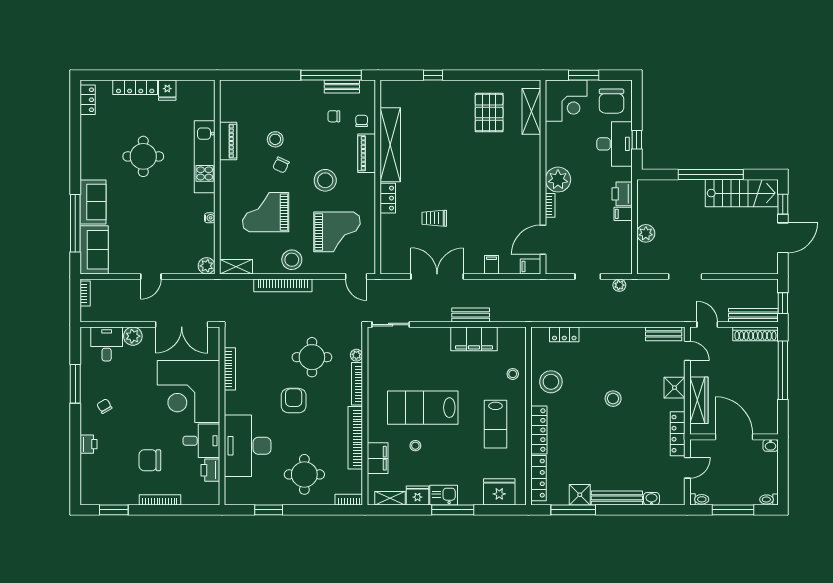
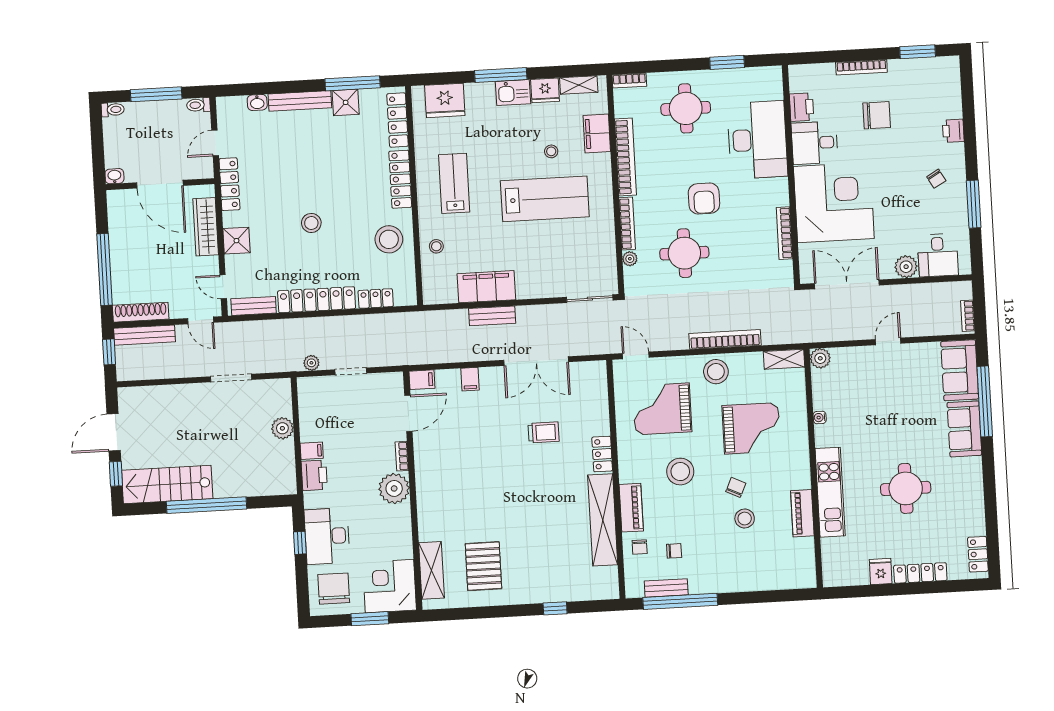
locker: (612, 336) -> (317, 300), added

